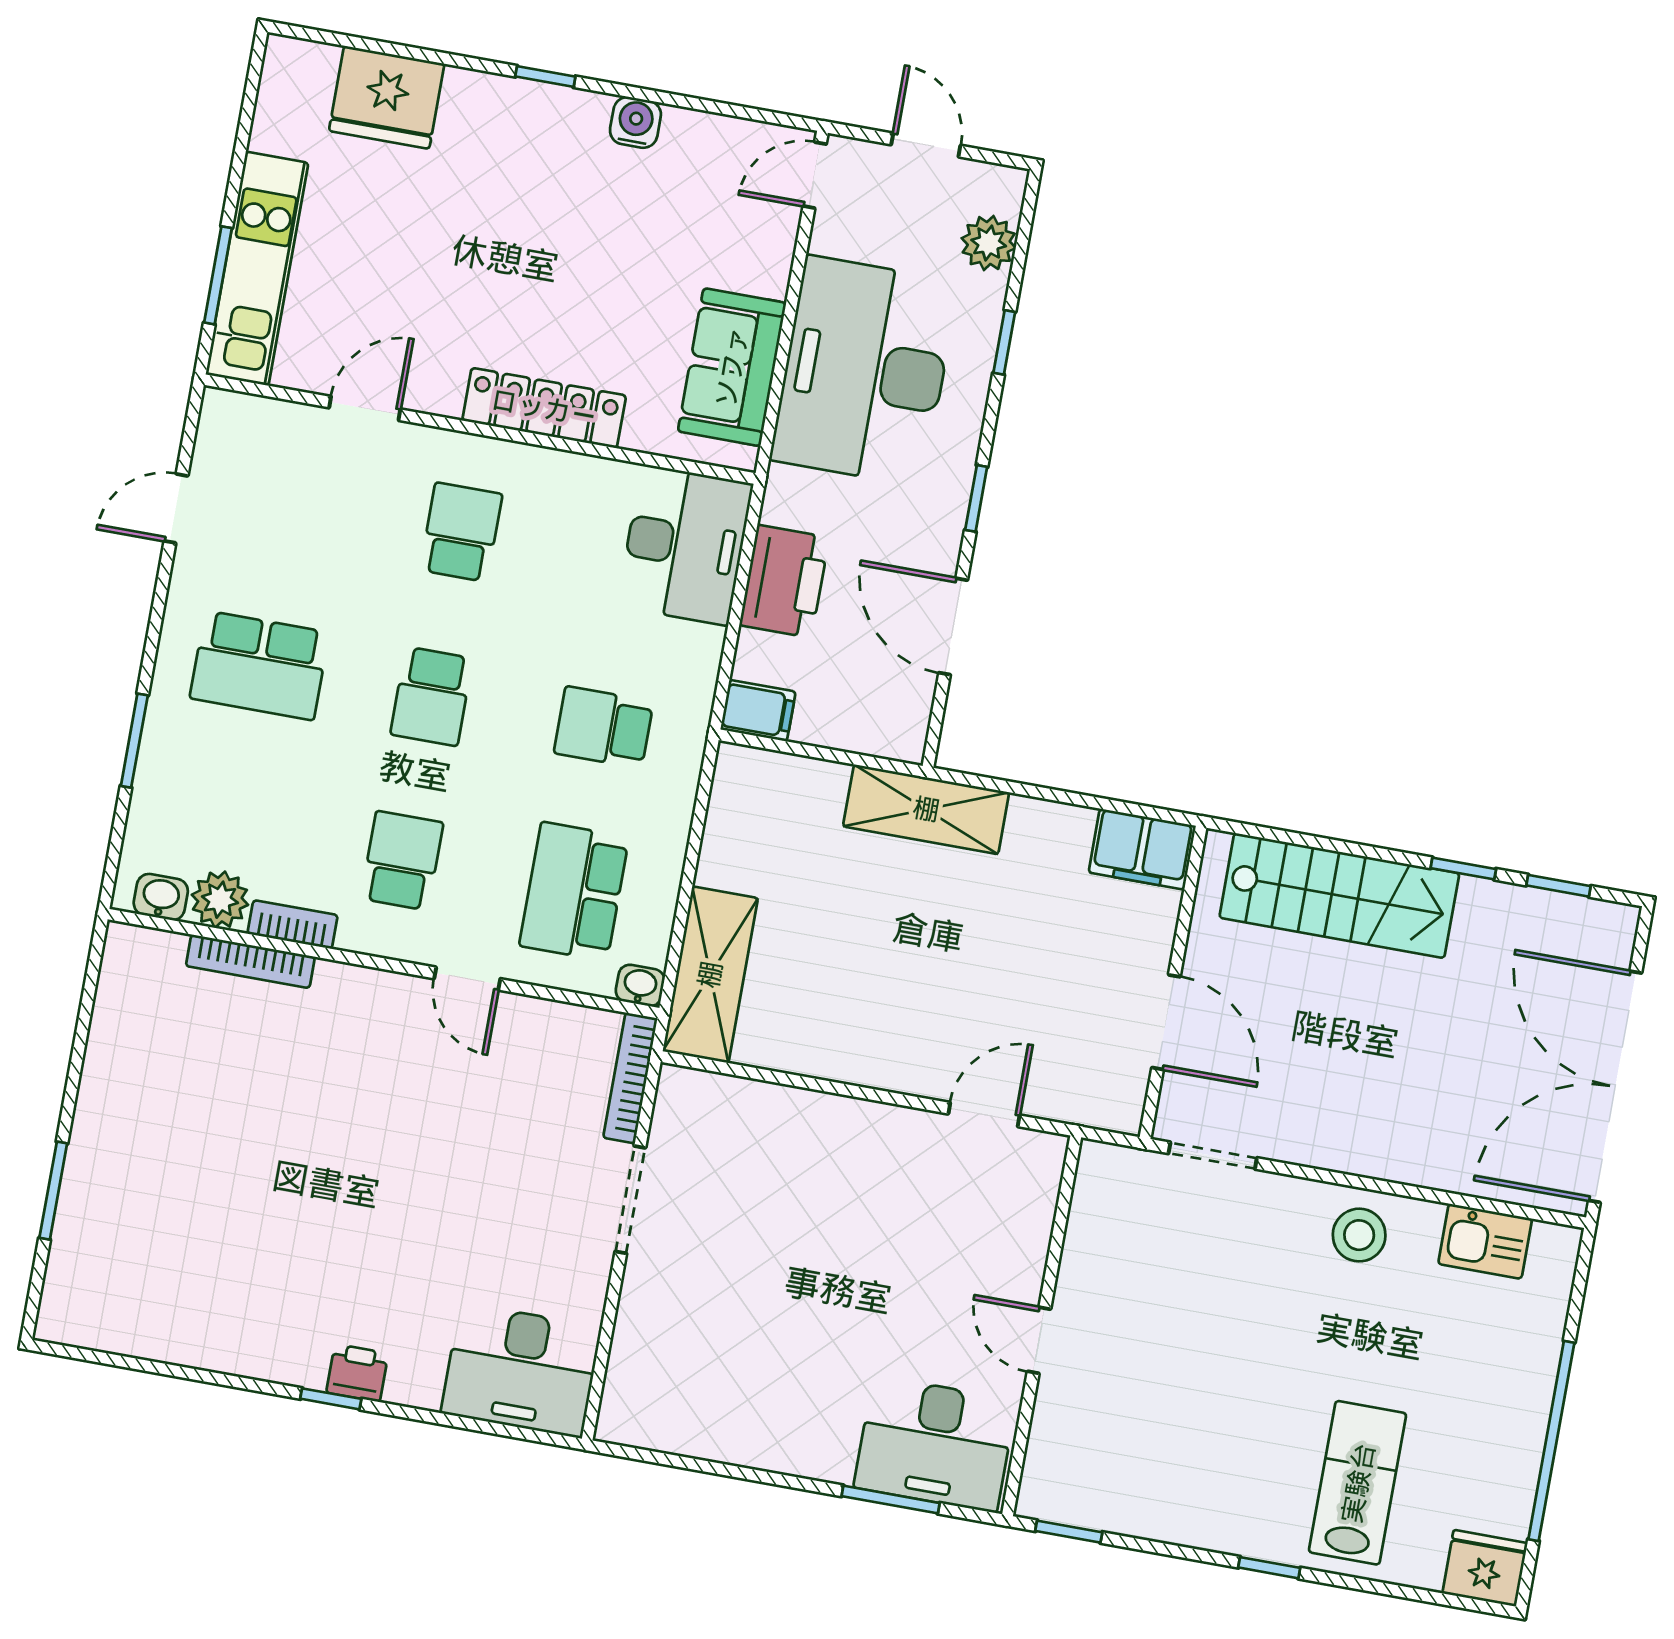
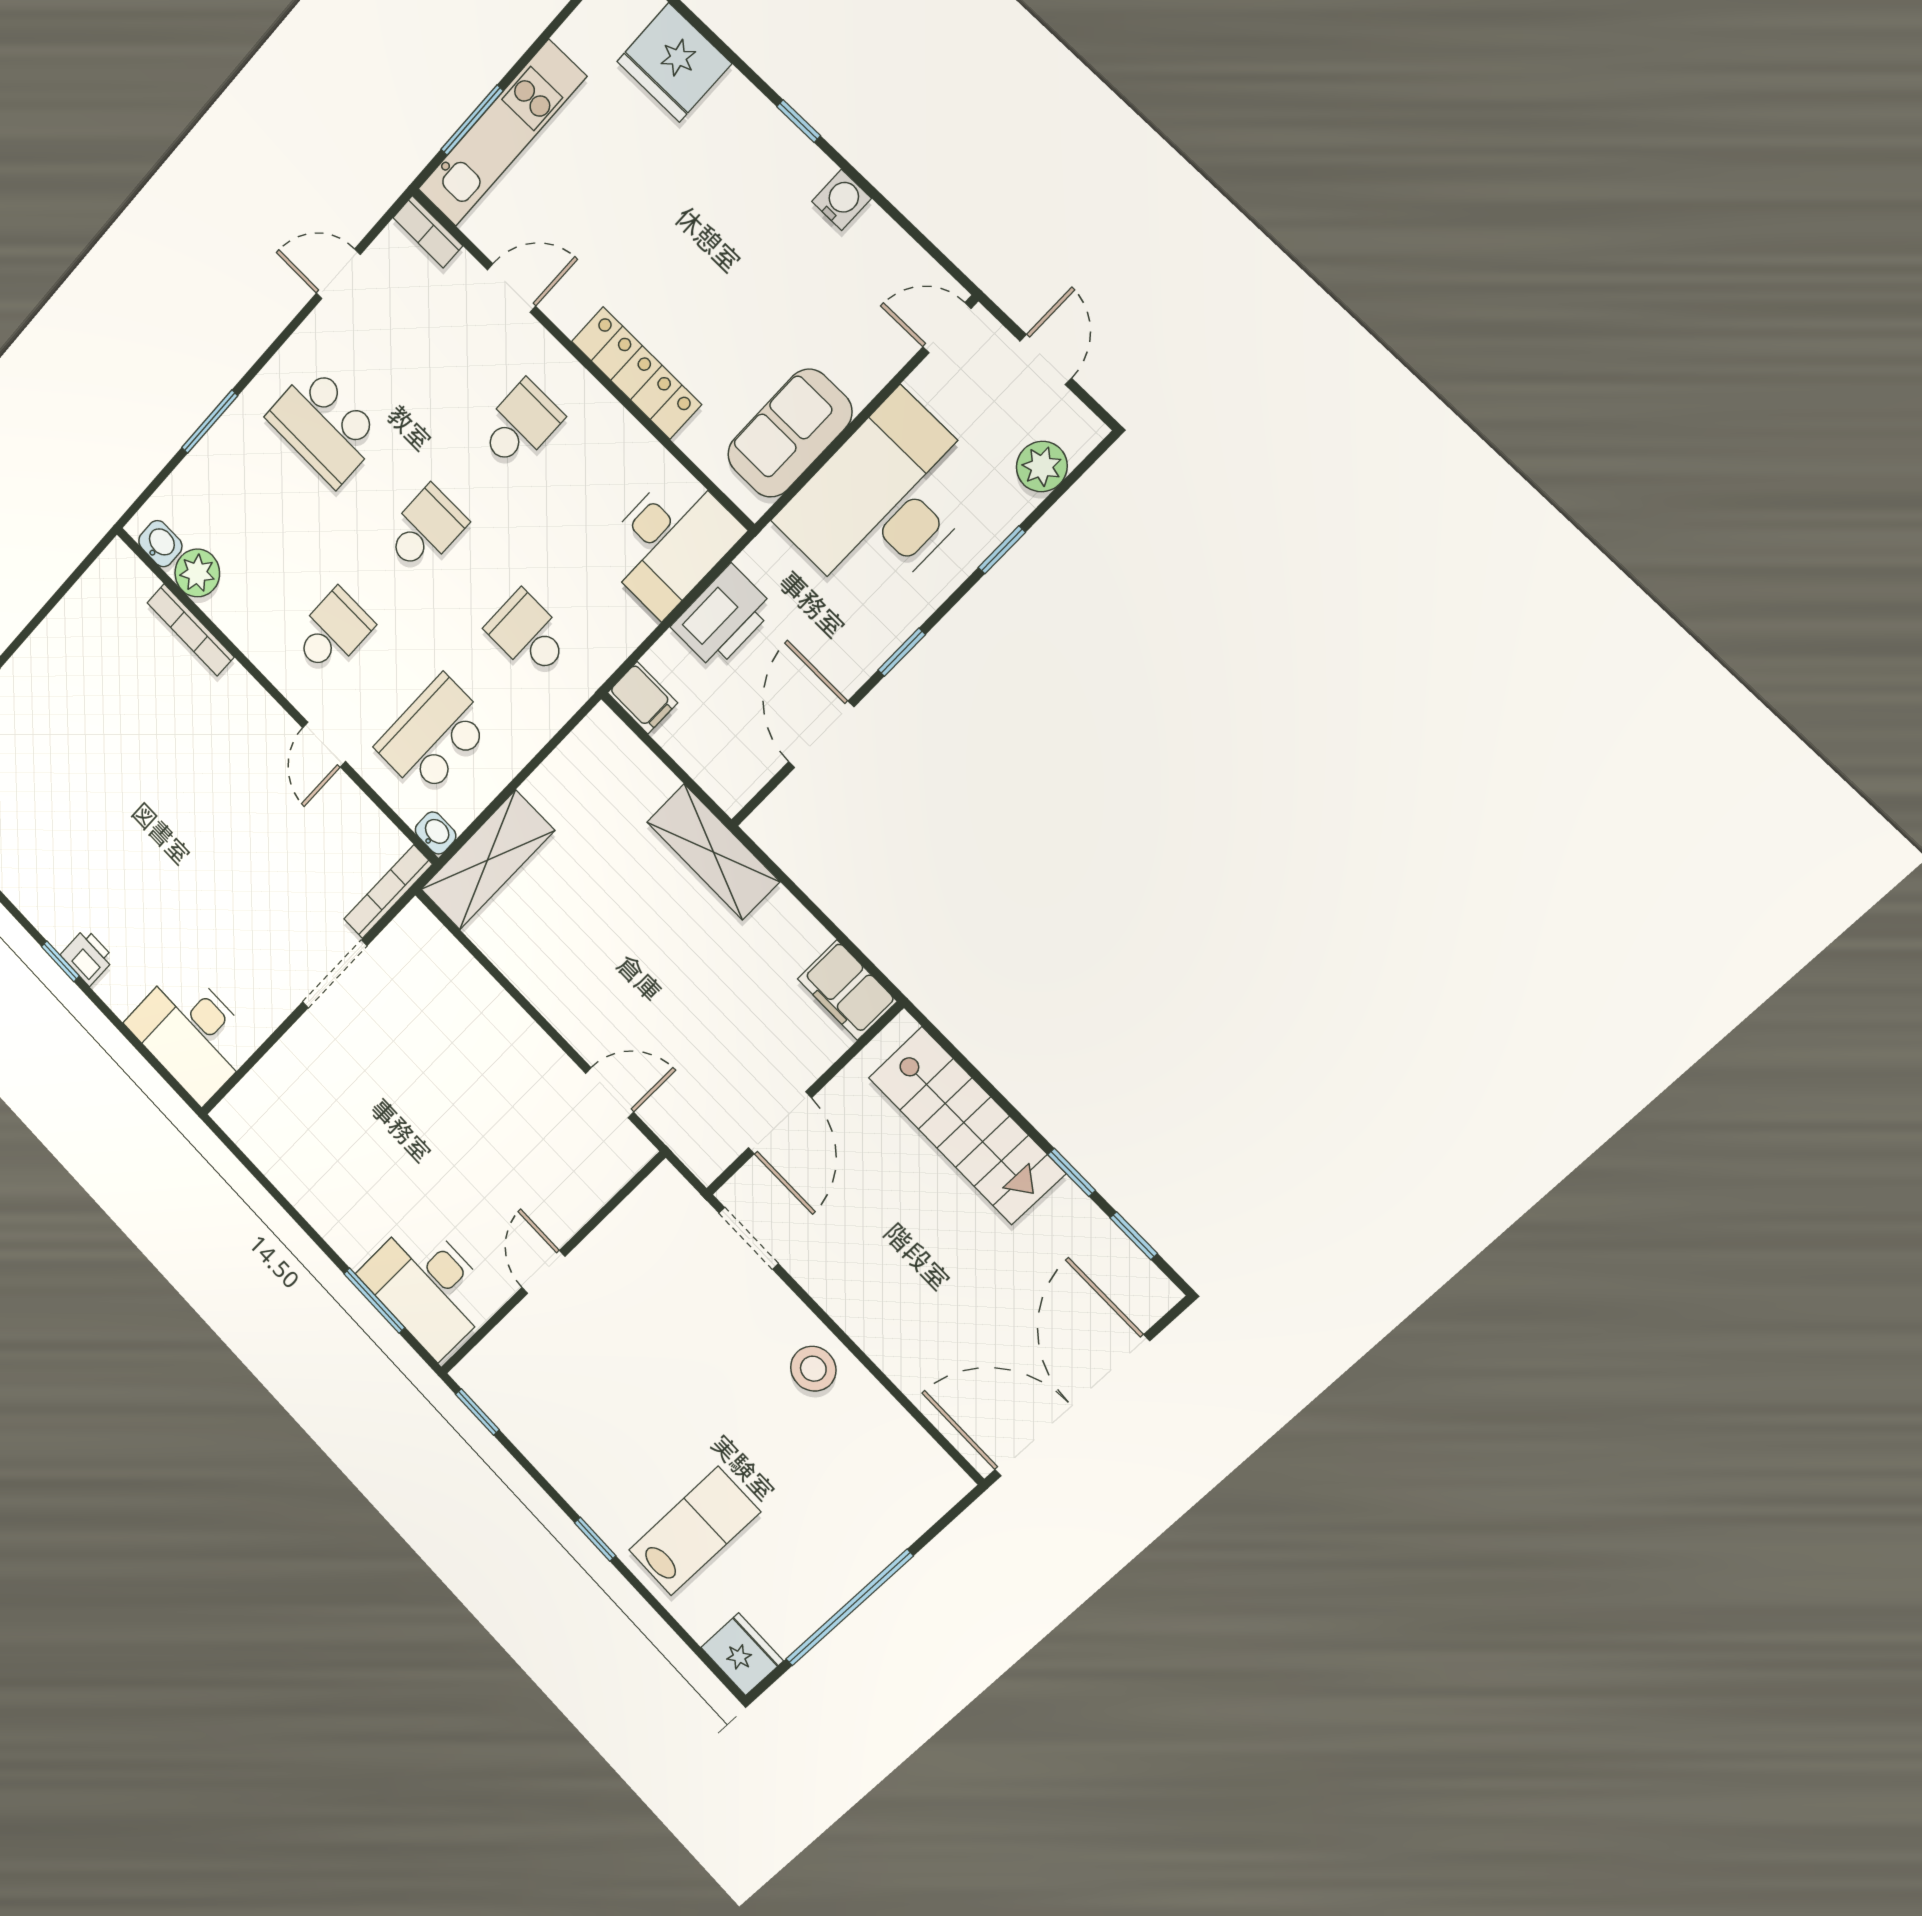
school desk: (432, 696) -> (425, 529), turned 180
bookcase: (293, 924) -> (428, 232), moved, turned 180
kitchen sink: (1485, 1241) -> (900, 1440), removed

